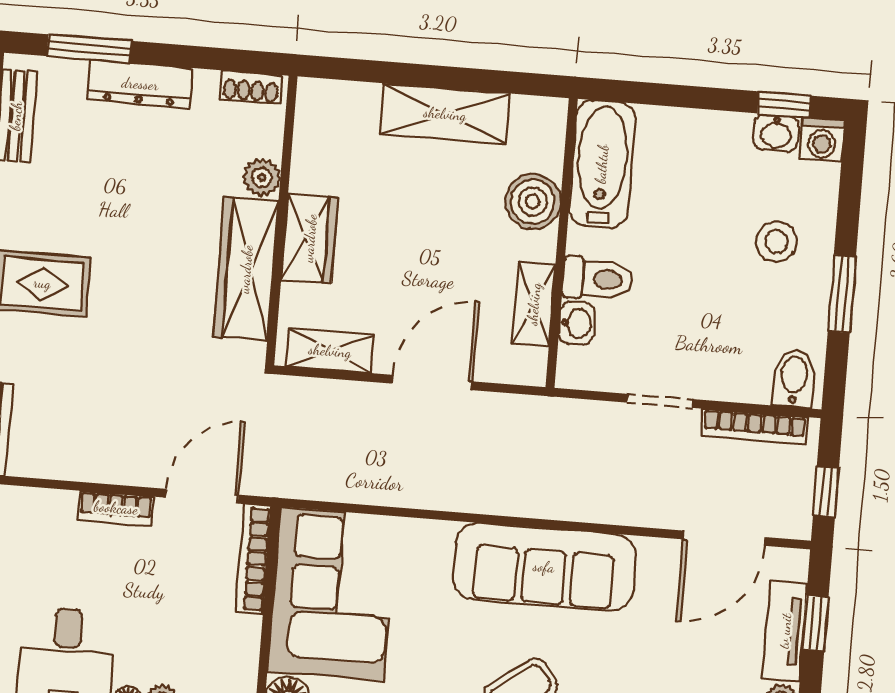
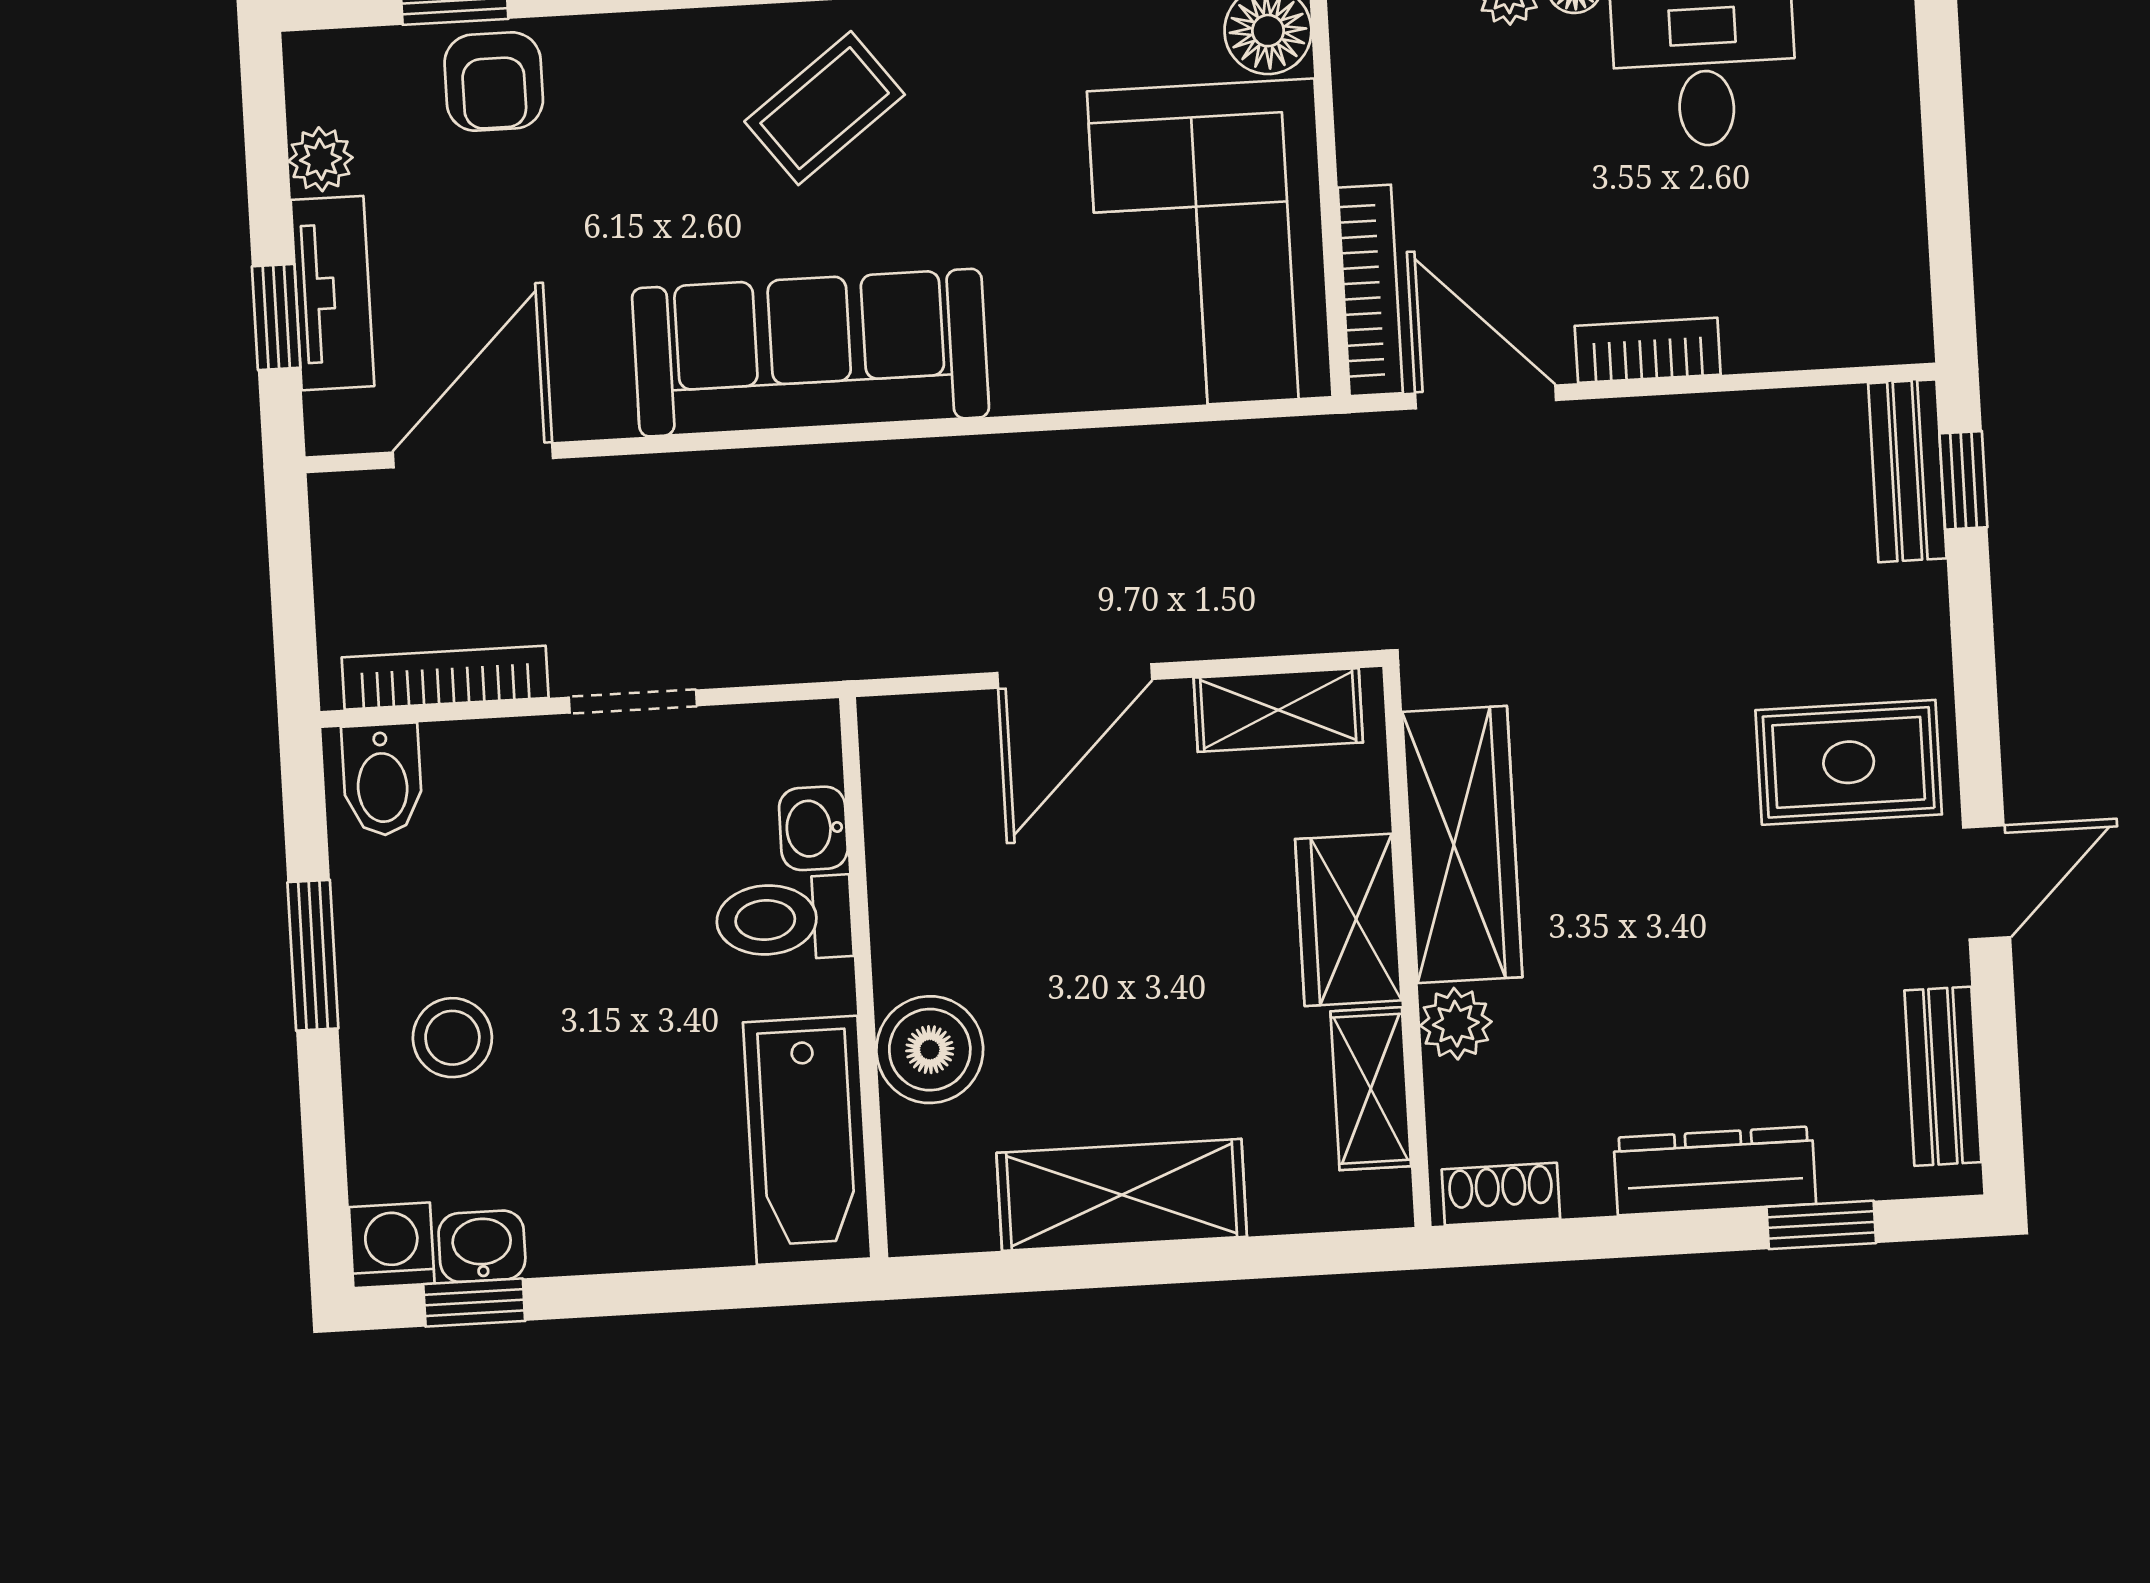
window: (89, 49) -> (1821, 1225), width x0.67
shelving: (534, 304) -> (1371, 1089), moved
window: (826, 492) -> (291, 572), removed
door: (202, 496) -> (1486, 397), swing flipped

